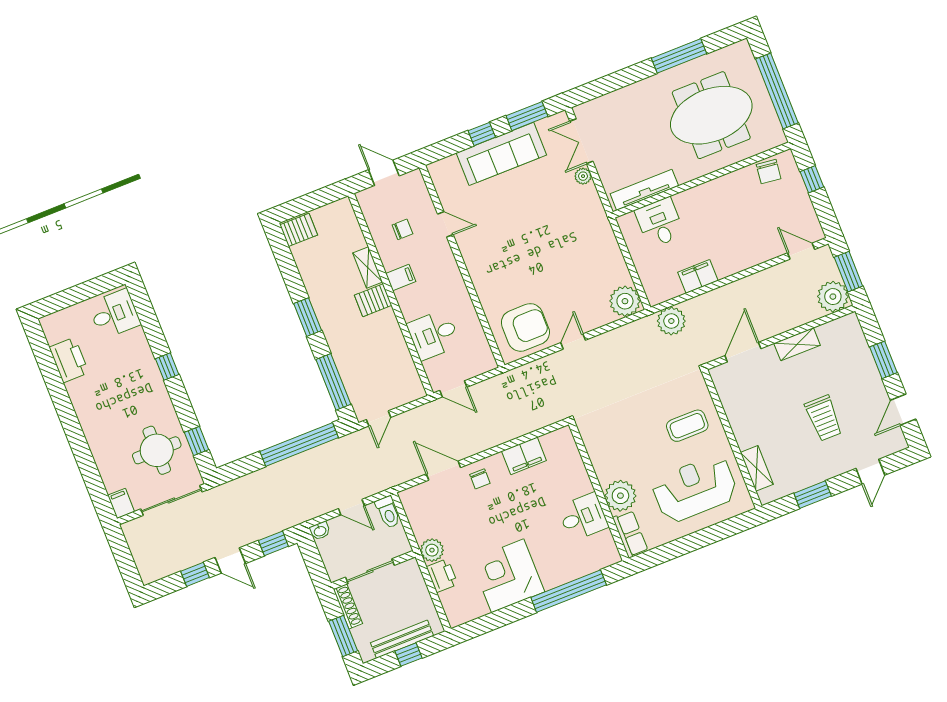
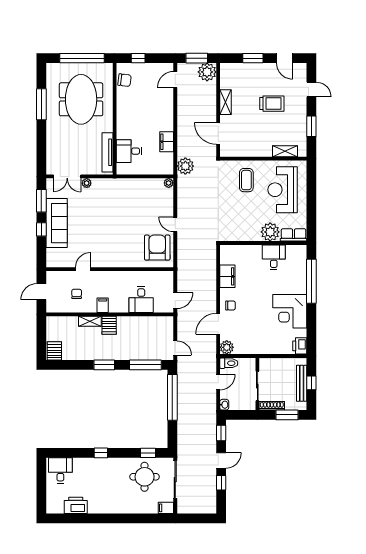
plant: (625, 301) -> (169, 183), width x0.53, depth x0.53
plant: (432, 550) -> (227, 347), moved
printer: (442, 576) -> (300, 346), moved, turned -90

